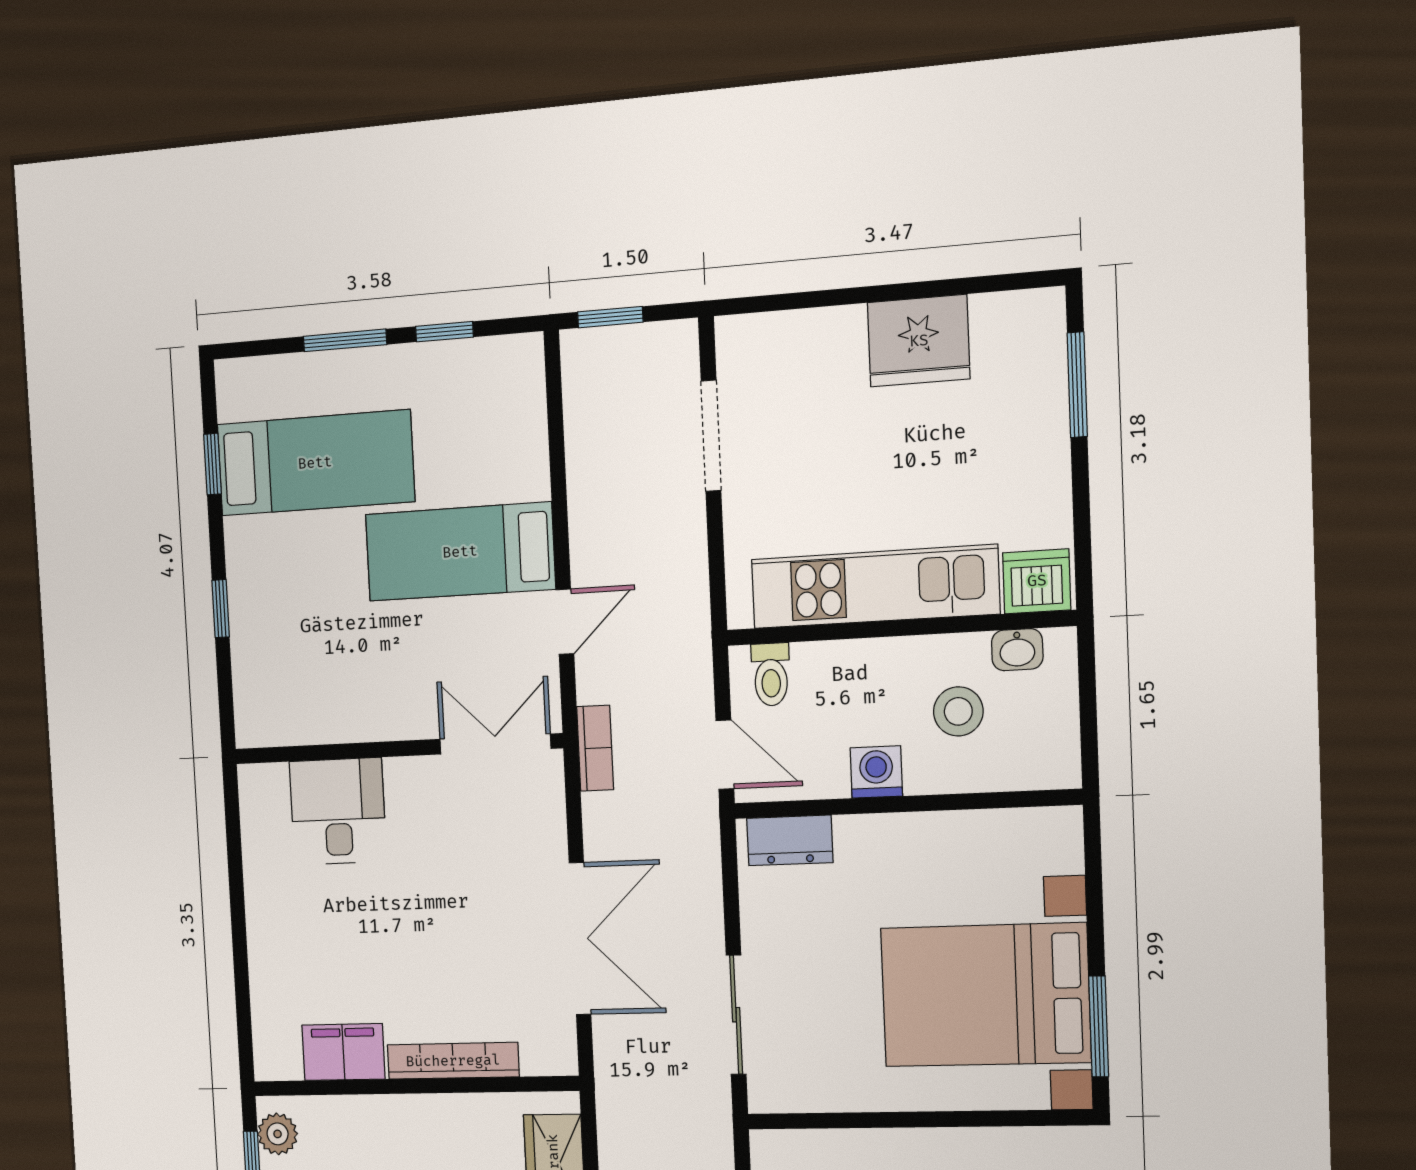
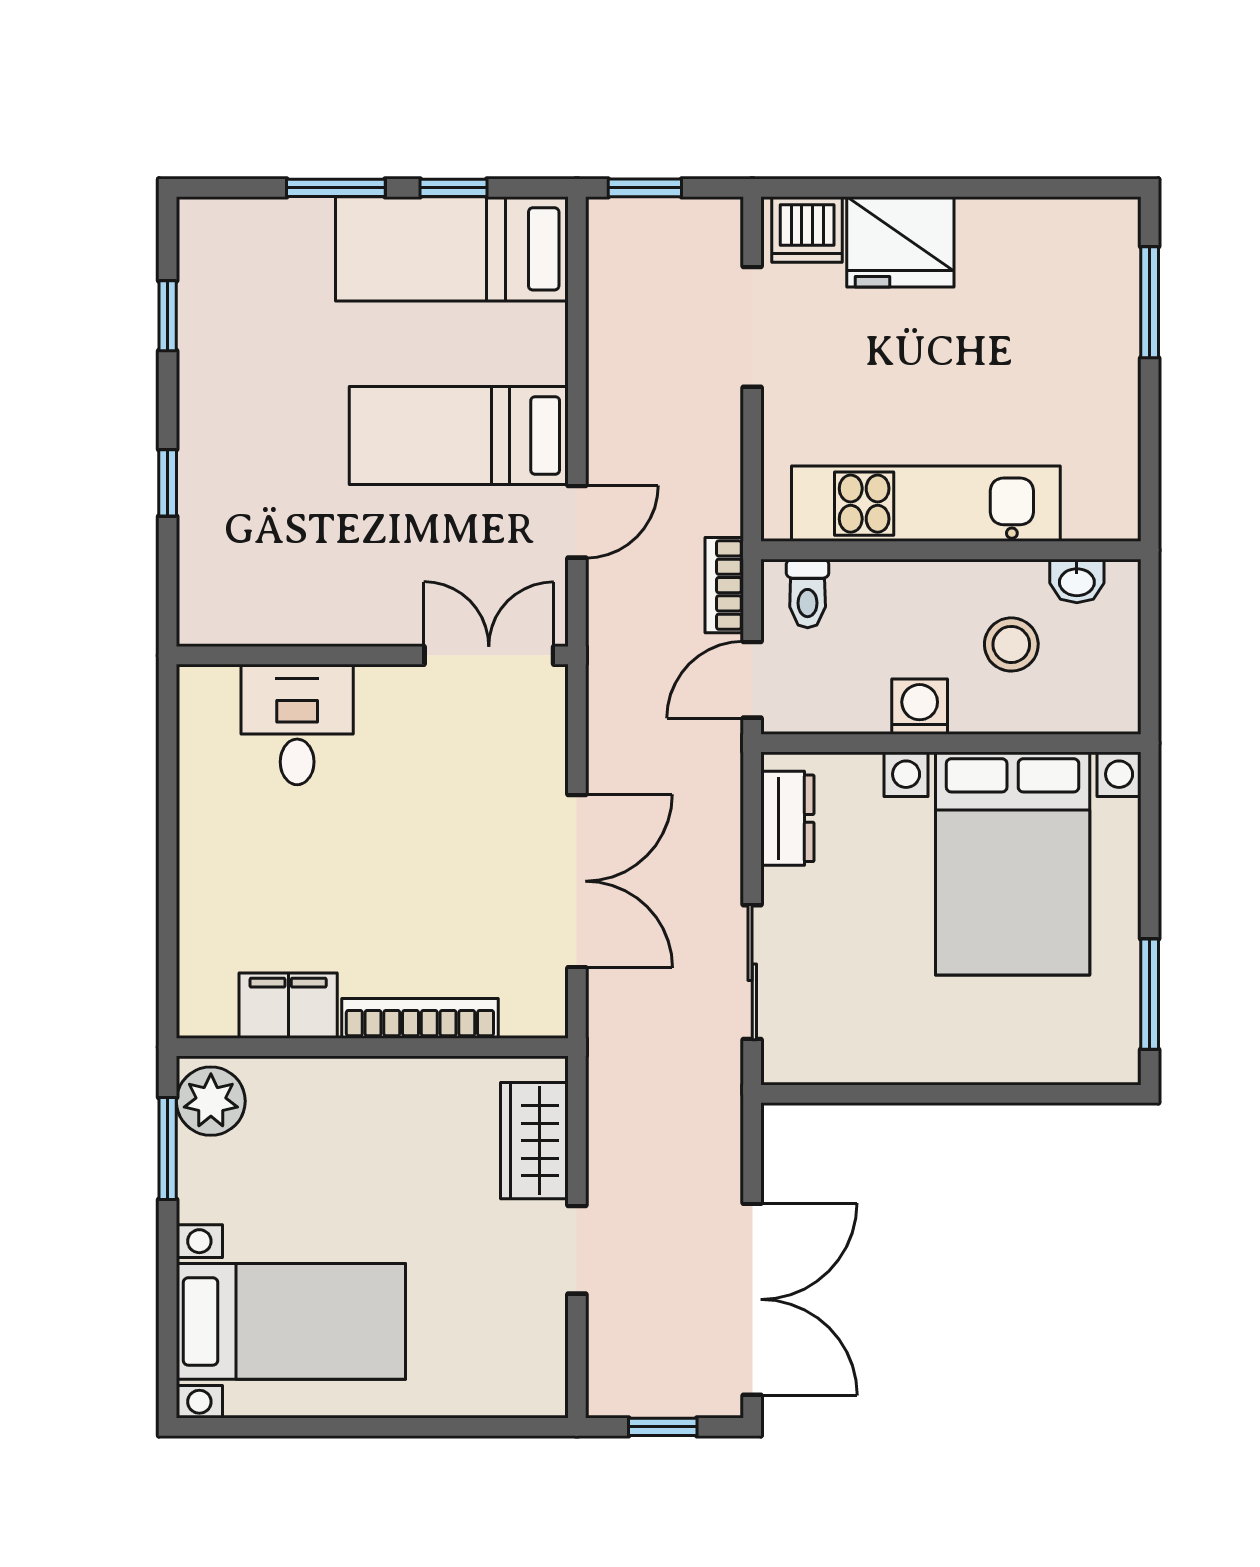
fridge: (919, 341) -> (900, 242), moved
bed: (315, 463) -> (452, 249), moved, turned 180
dishwasher: (1037, 581) -> (807, 229), moved, turned 180
bookcase: (595, 748) -> (724, 585), moved, turned 180
door: (725, 755) -> (752, 680), swing flipped
dresser: (790, 840) -> (787, 818), moved, turned -90
bed with nightstands: (985, 995) -> (1013, 863), moved, turned -90
plant: (278, 1134) -> (211, 1101), width x1.38, depth x1.38

